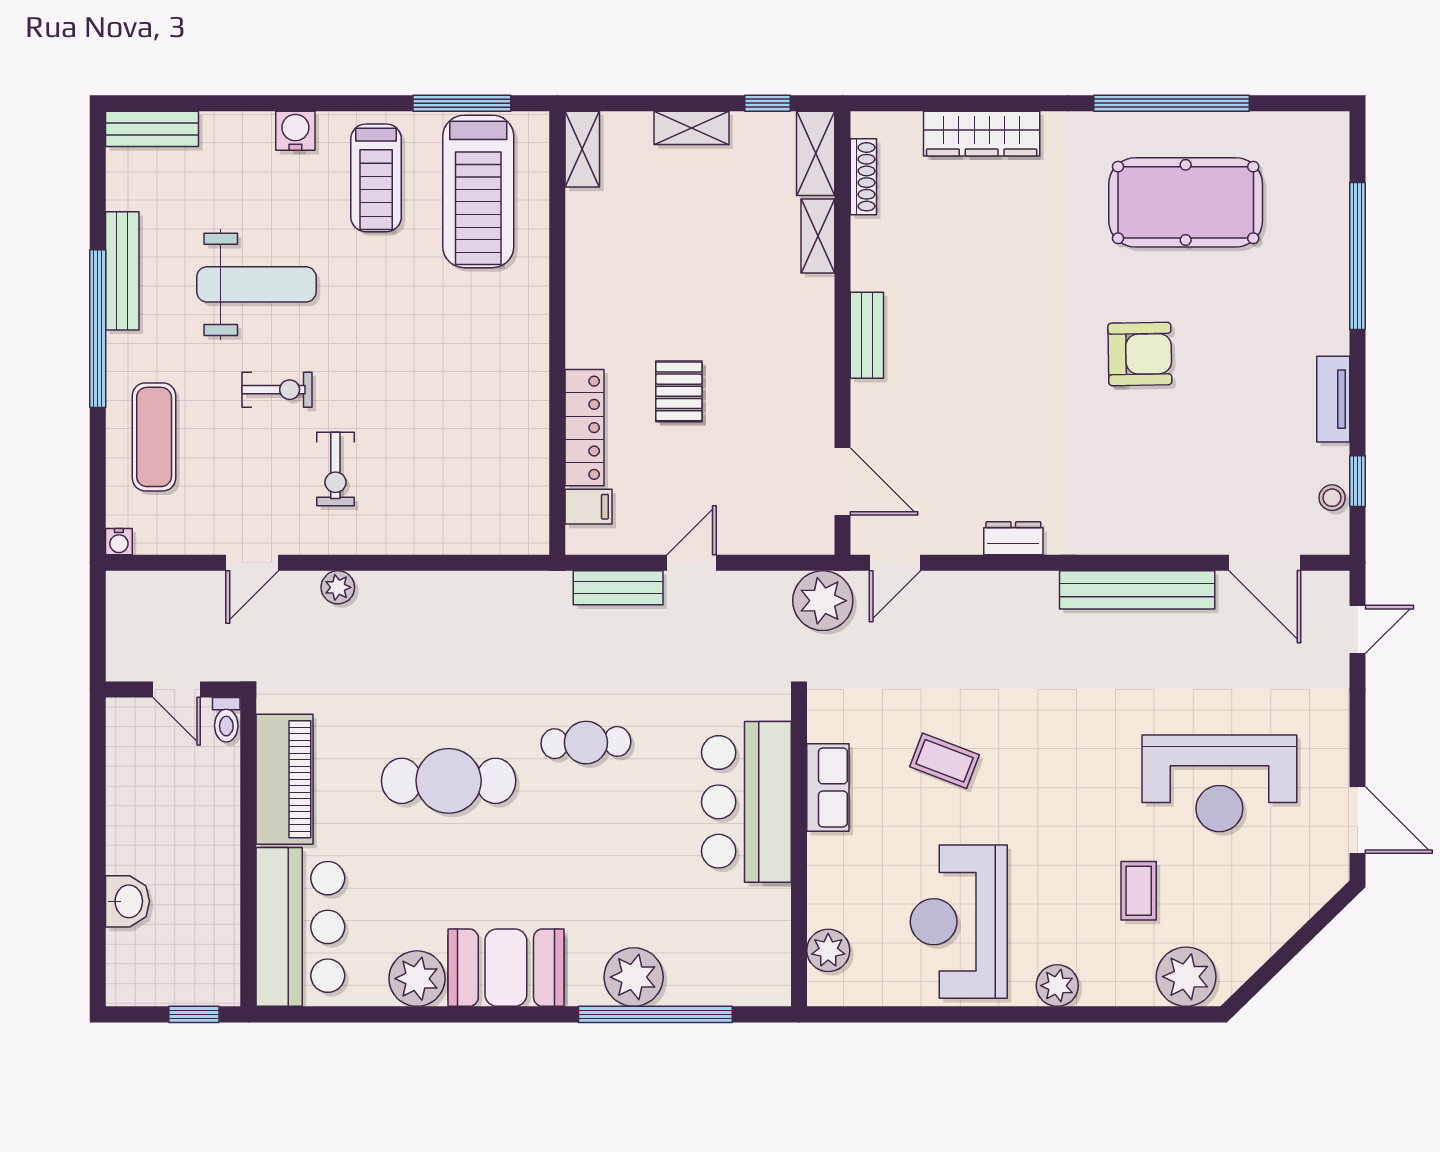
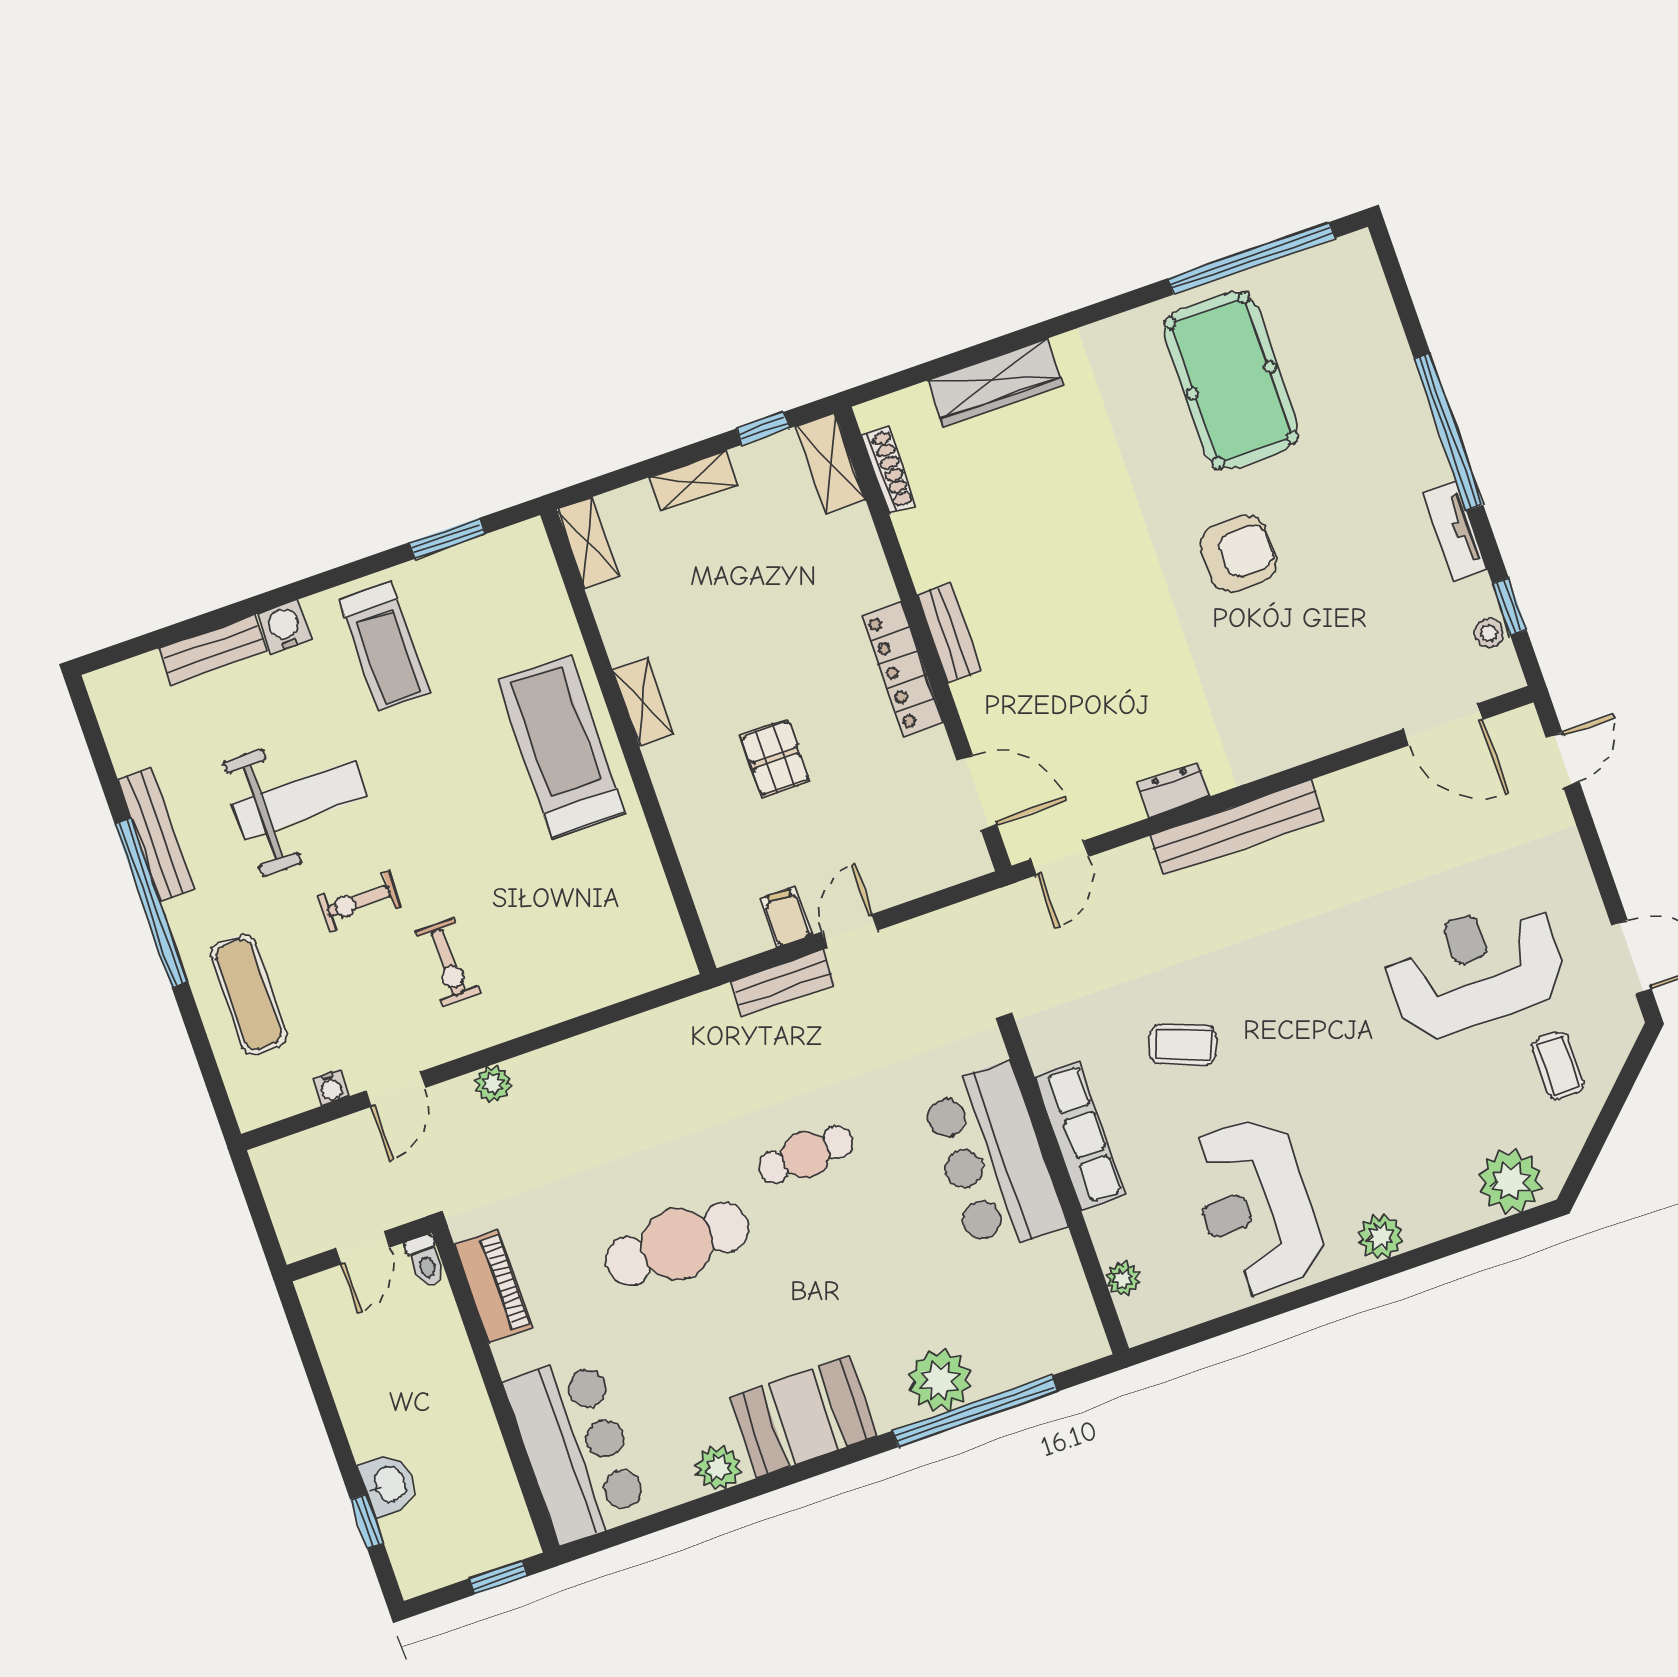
window: (462, 103) -> (447, 538), width x0.69
window: (1171, 103) -> (1251, 258), moved
bench: (152, 129) -> (212, 650), moved
treadmill: (478, 191) -> (561, 747), moved, turned 180
pool table: (1186, 202) -> (1231, 380), turned 90
shelving: (818, 236) -> (643, 702), moved
window: (1358, 256) -> (1449, 432), moved
exercise bike: (277, 390) -> (359, 901), turned 180
locker: (585, 428) -> (902, 669), moved, turned 180
filing cabinet: (589, 507) -> (786, 917), moved, turned -90
water cooler: (119, 542) -> (331, 1087), moved
bench: (1137, 590) -> (1237, 828), moved
plant: (823, 601) -> (999, 923), removed
door: (177, 690) -> (363, 1248), hinge flipped
piano: (284, 779) -> (493, 1286), width x0.73, depth x0.75
reception desk: (1219, 783) -> (1475, 969), turned 180
row of seats: (828, 787) -> (1079, 1136), width x1.48
coffee table: (1139, 891) -> (1558, 1066), moved
window: (98, 927) -> (367, 1521), added
plant: (828, 950) -> (1123, 1279), width x0.73, depth x0.73
plant: (417, 979) -> (718, 1468), width x0.73, depth x0.73

